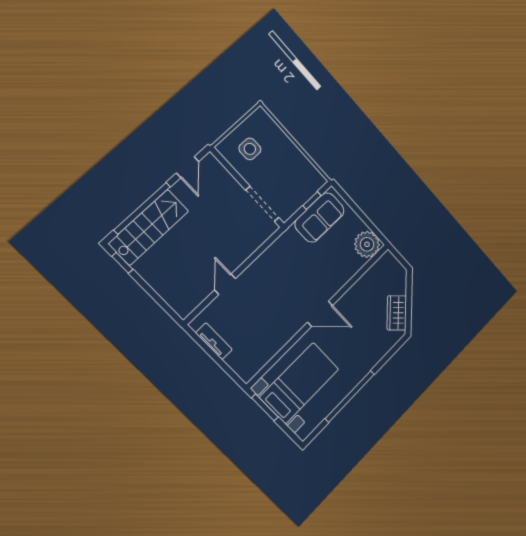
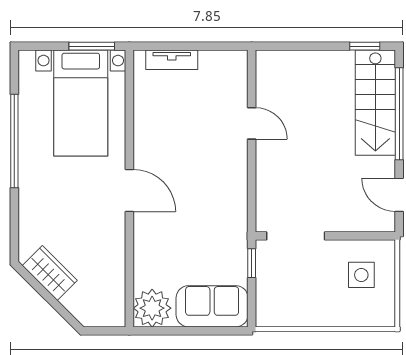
window: (312, 201) -> (252, 263), moved
sofa: (320, 217) -> (212, 306), moved, turned 90
door: (320, 314) -> (129, 190), swing flipped
tv unit: (214, 341) -> (172, 60), moved

